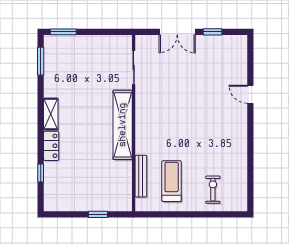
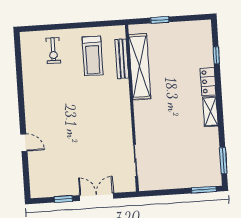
shelving: (123, 125) -> (140, 67), moved

